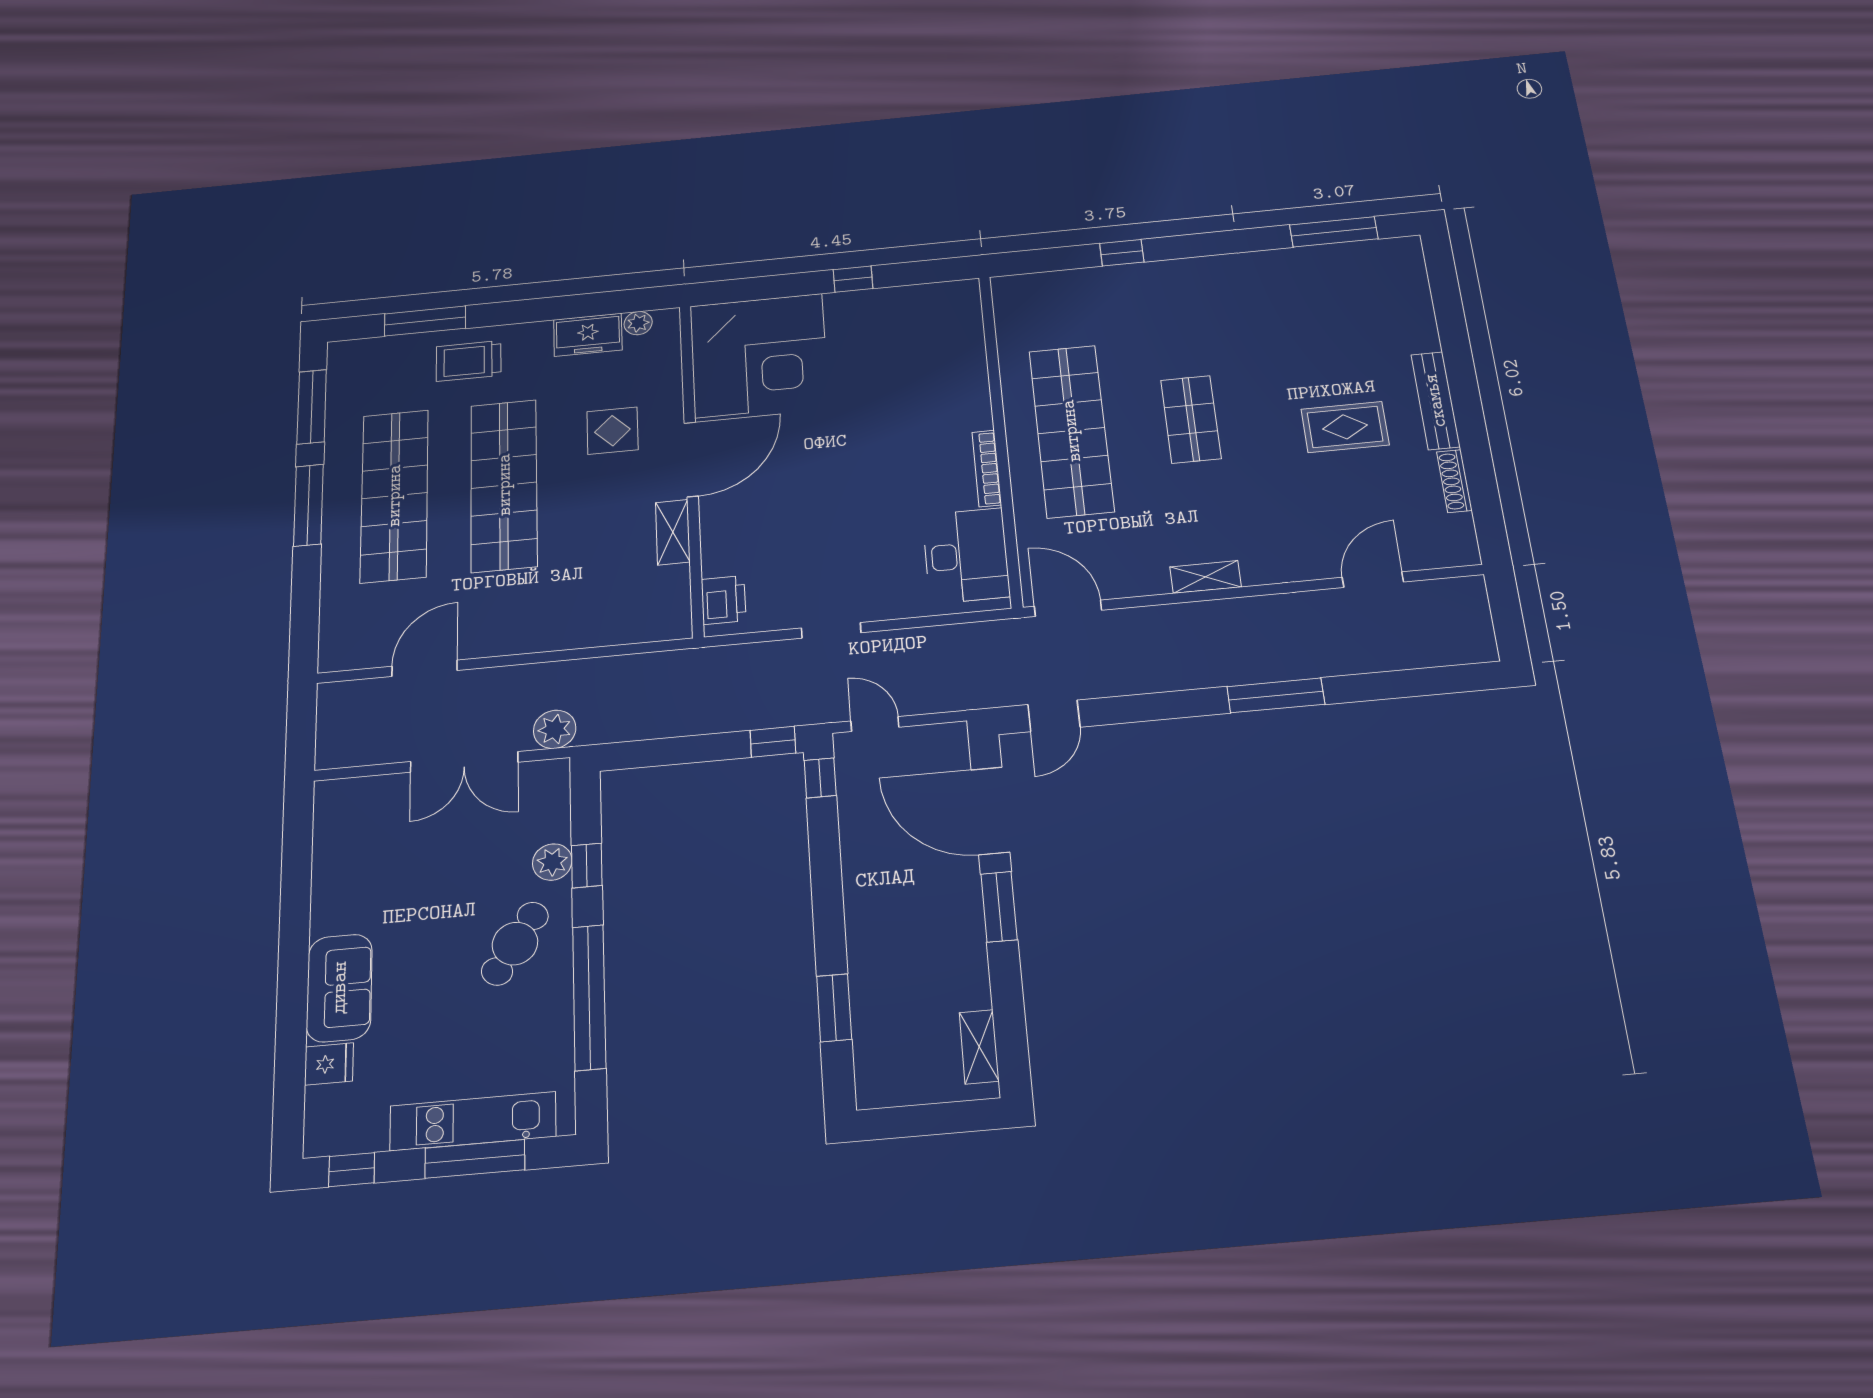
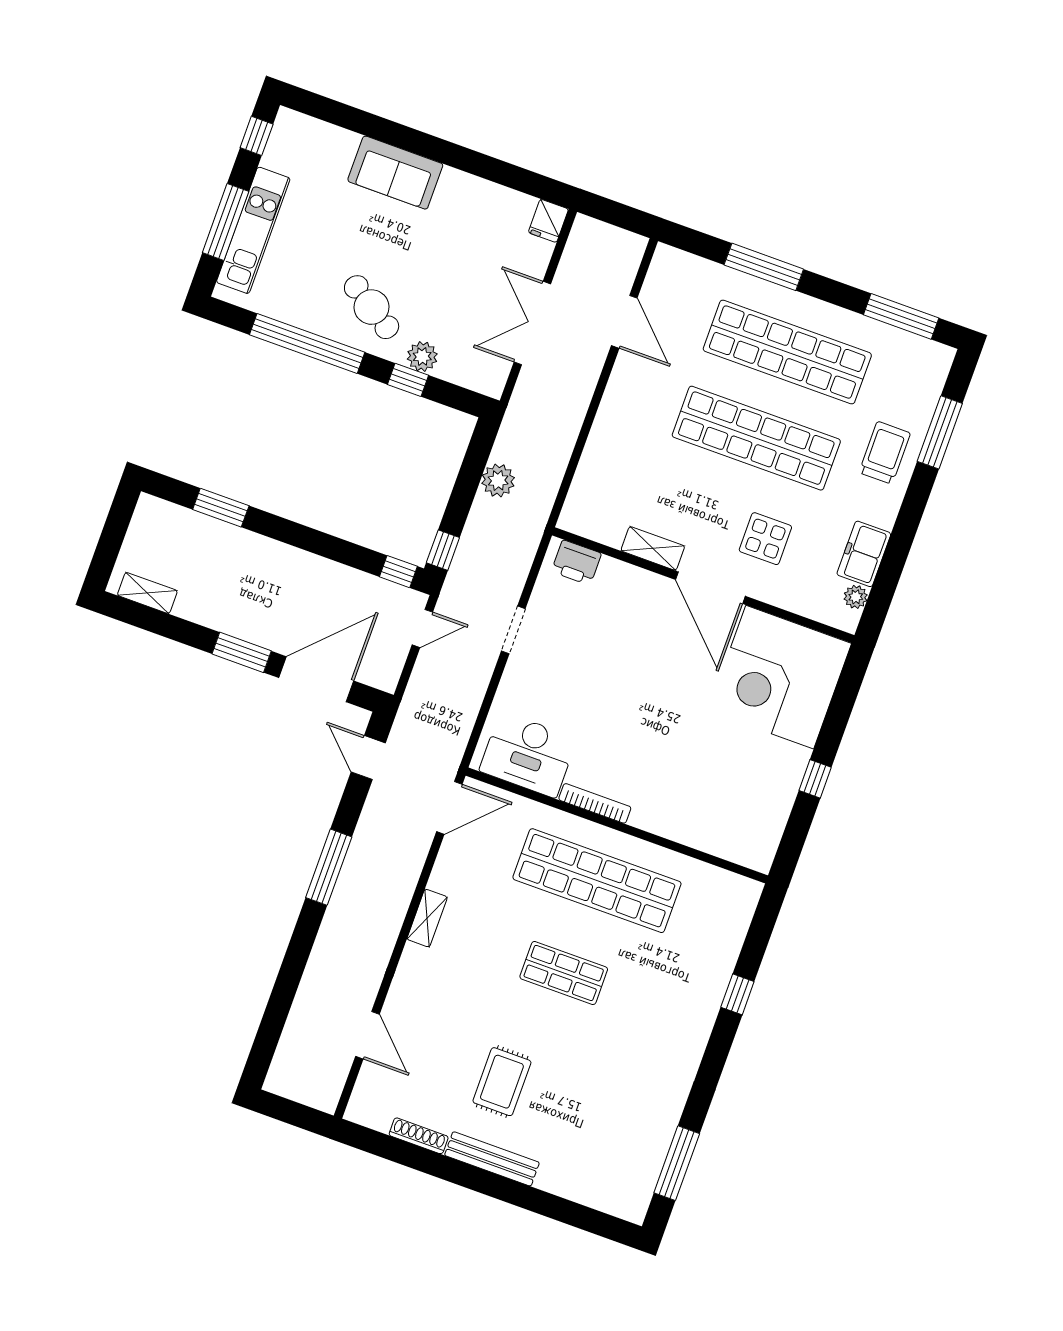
window: (308, 505) -> (764, 267), moved
window: (1276, 695) -> (329, 867), moved
plant: (555, 729) -> (498, 480), moved
fridge: (329, 1064) -> (548, 221), moved

